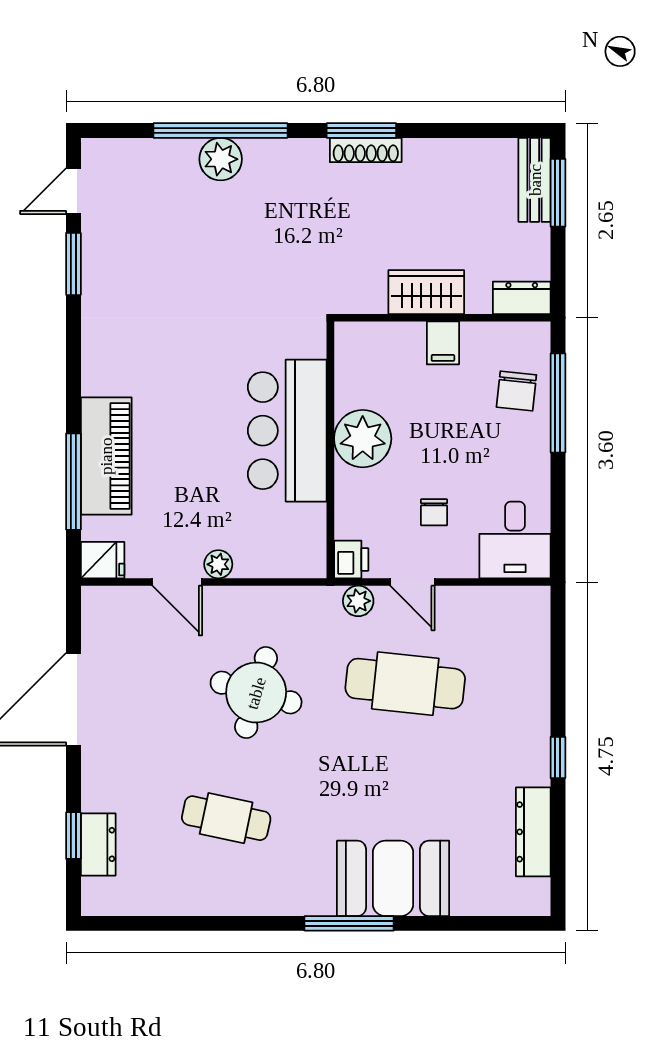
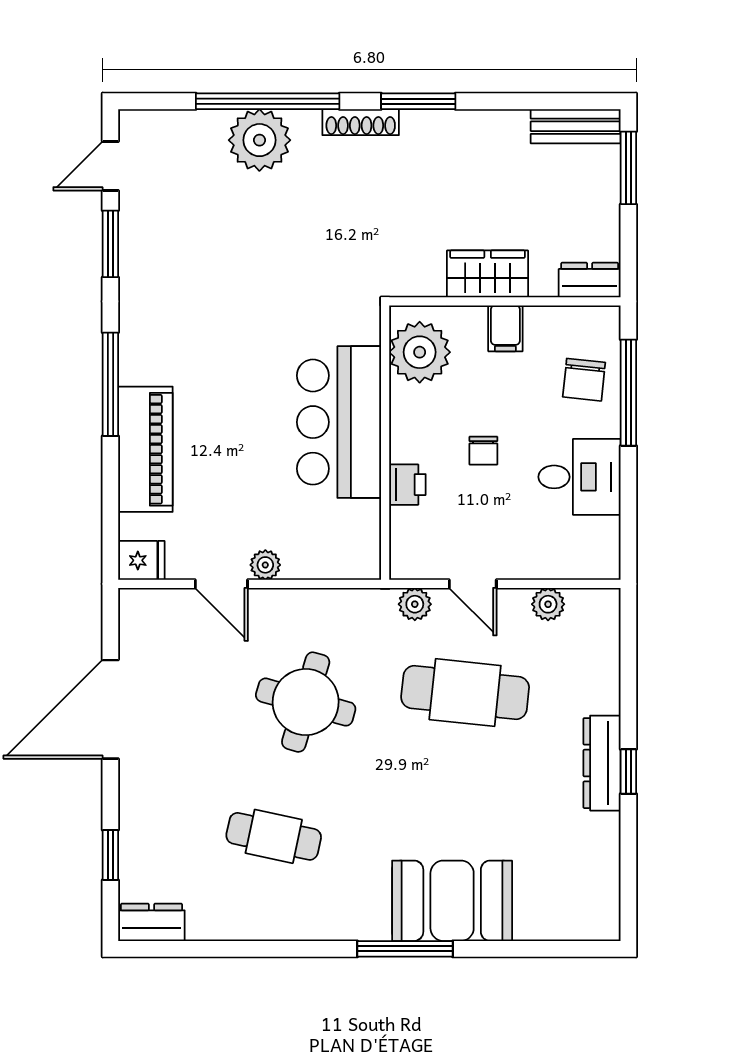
shoe rack: (366, 150) -> (361, 122), moved
plant: (221, 159) -> (259, 140), width x1.36, depth x1.36
bench: (535, 180) -> (576, 126), moved, turned 90
plant: (363, 439) -> (420, 352), moved
window: (73, 482) -> (110, 384), moved
chair: (434, 512) -> (483, 451), moved
desk: (515, 540) -> (579, 477), moved, turned -90
printer: (351, 559) -> (407, 485), moved
plant: (483, 601) -> (548, 604), added
dresser: (533, 832) -> (602, 763), moved
dresser: (98, 845) -> (151, 922), moved, turned -90

